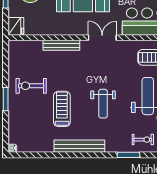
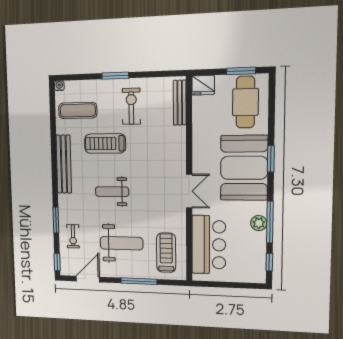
bench: (61, 45) -> (180, 103), moved
treadmill: (62, 109) -> (105, 144), turned 180
exercise mat: (34, 132) -> (78, 110), added

